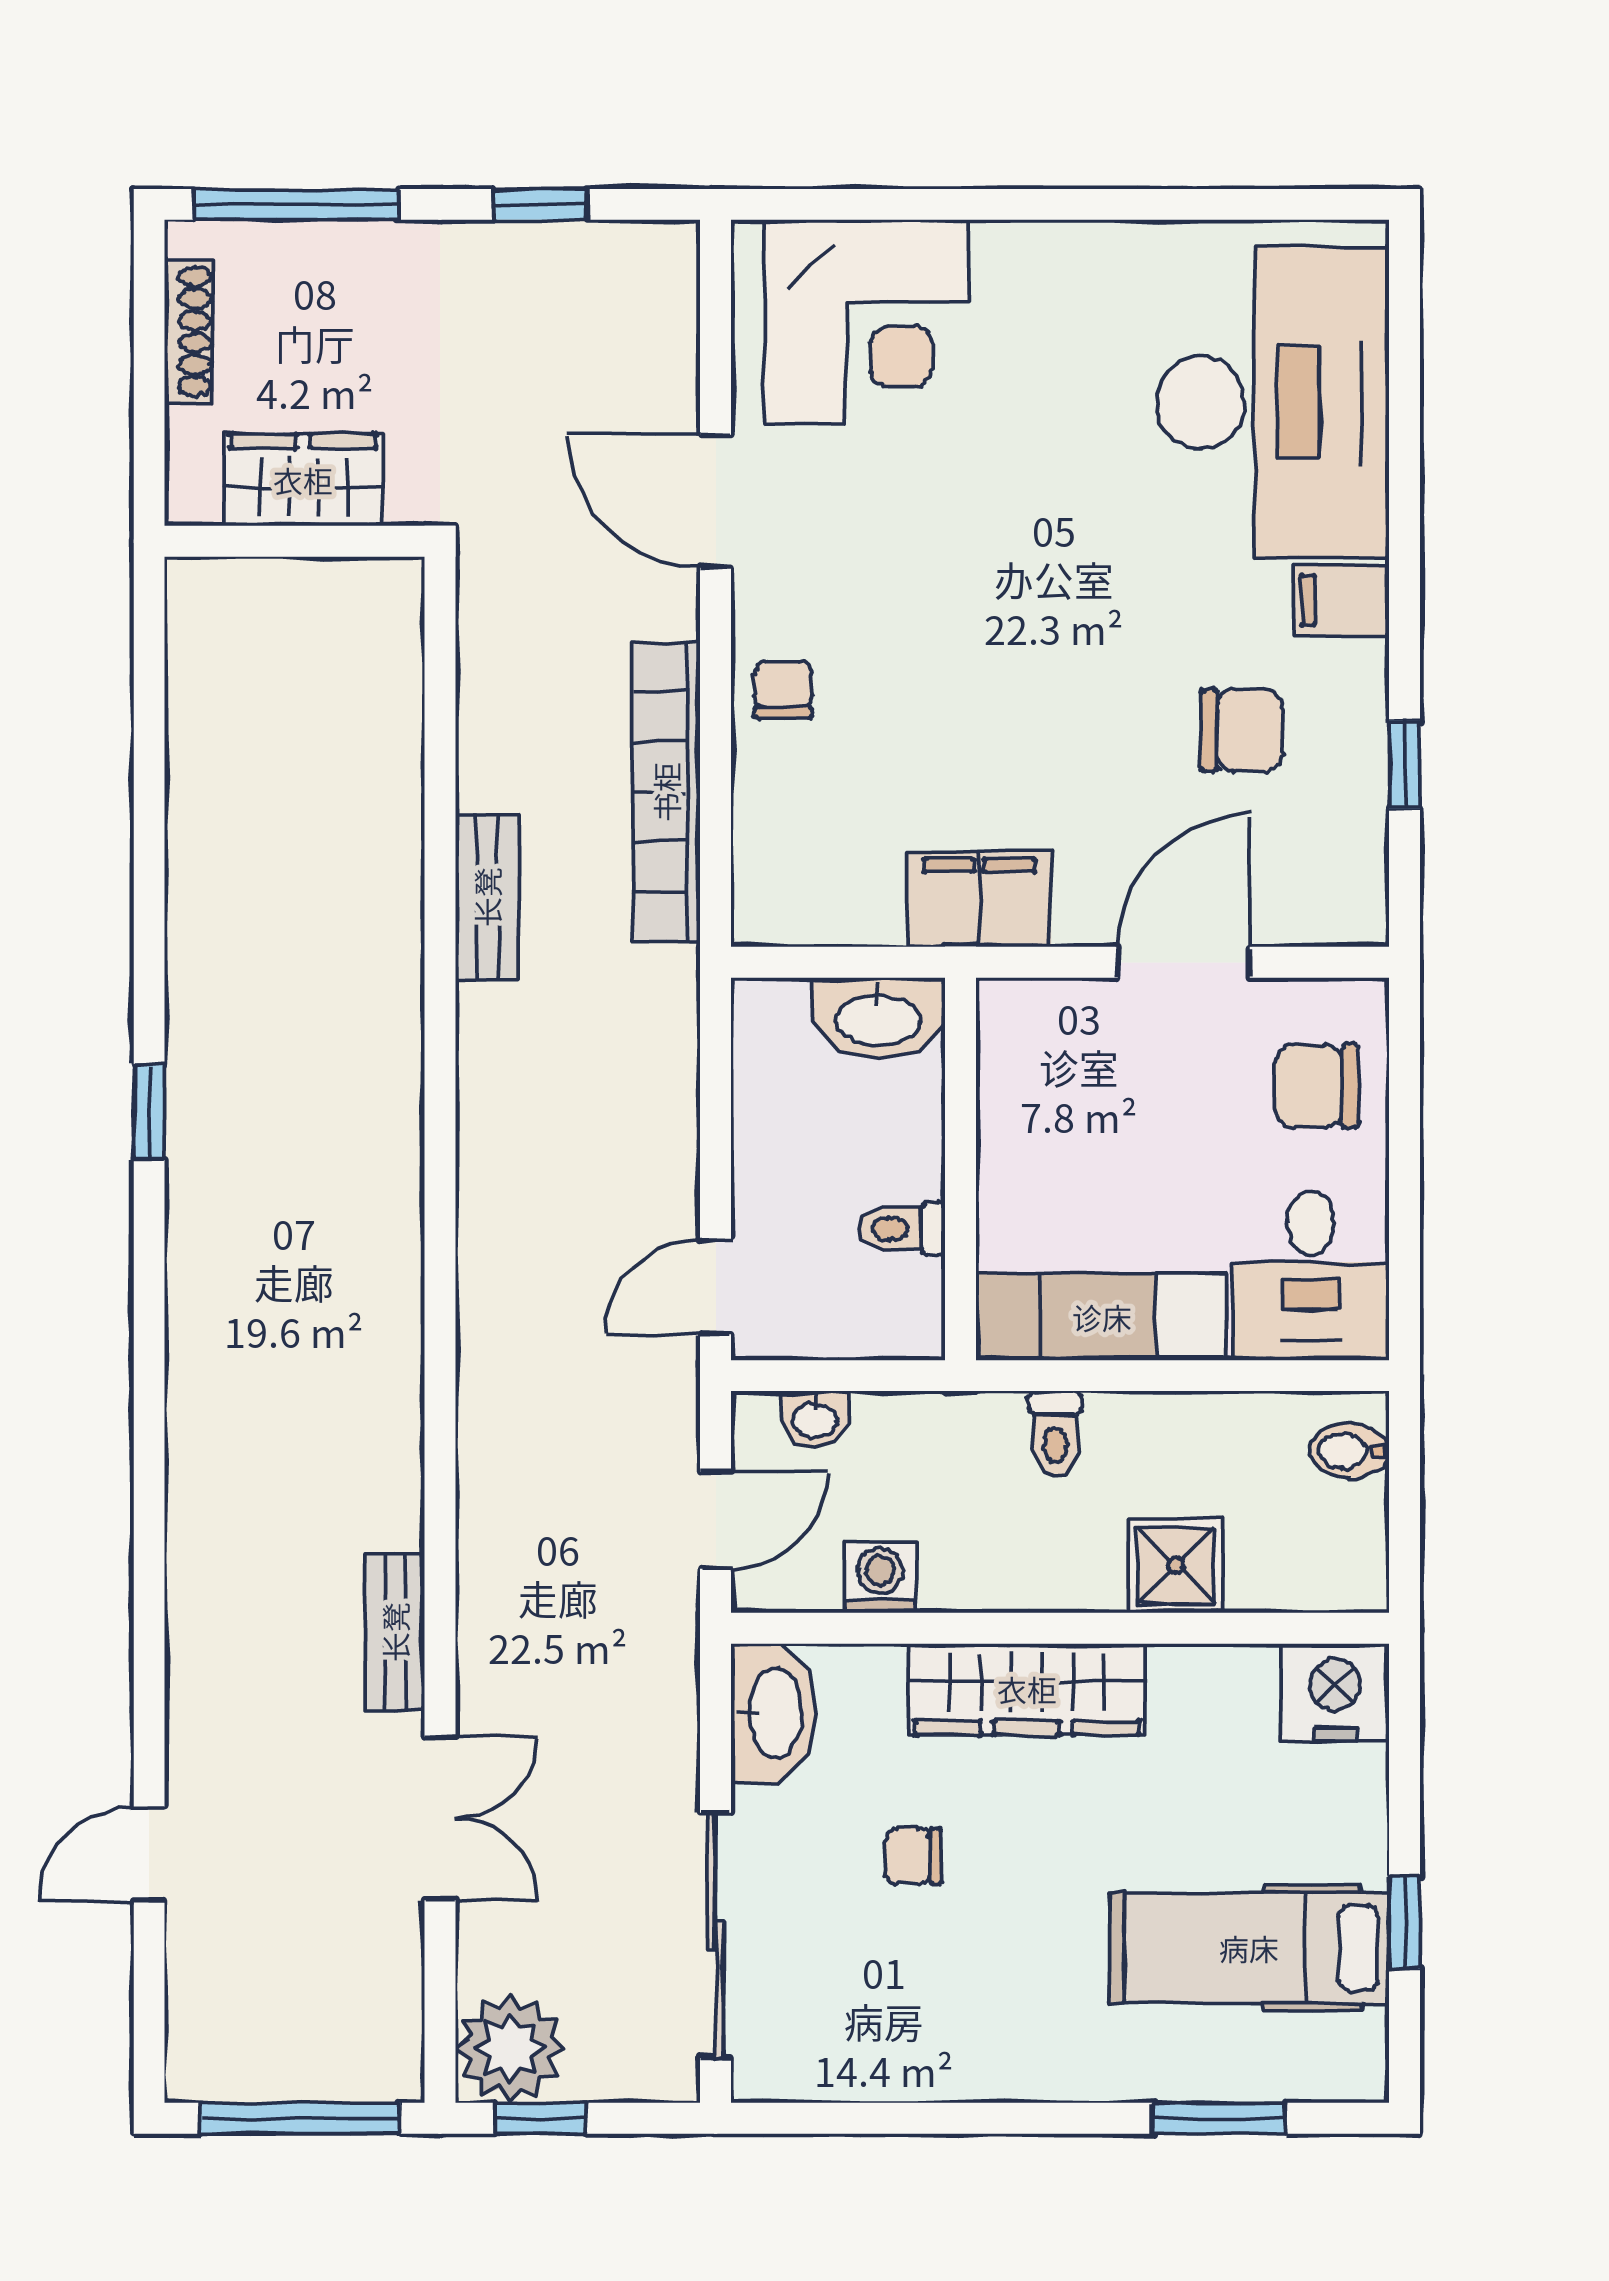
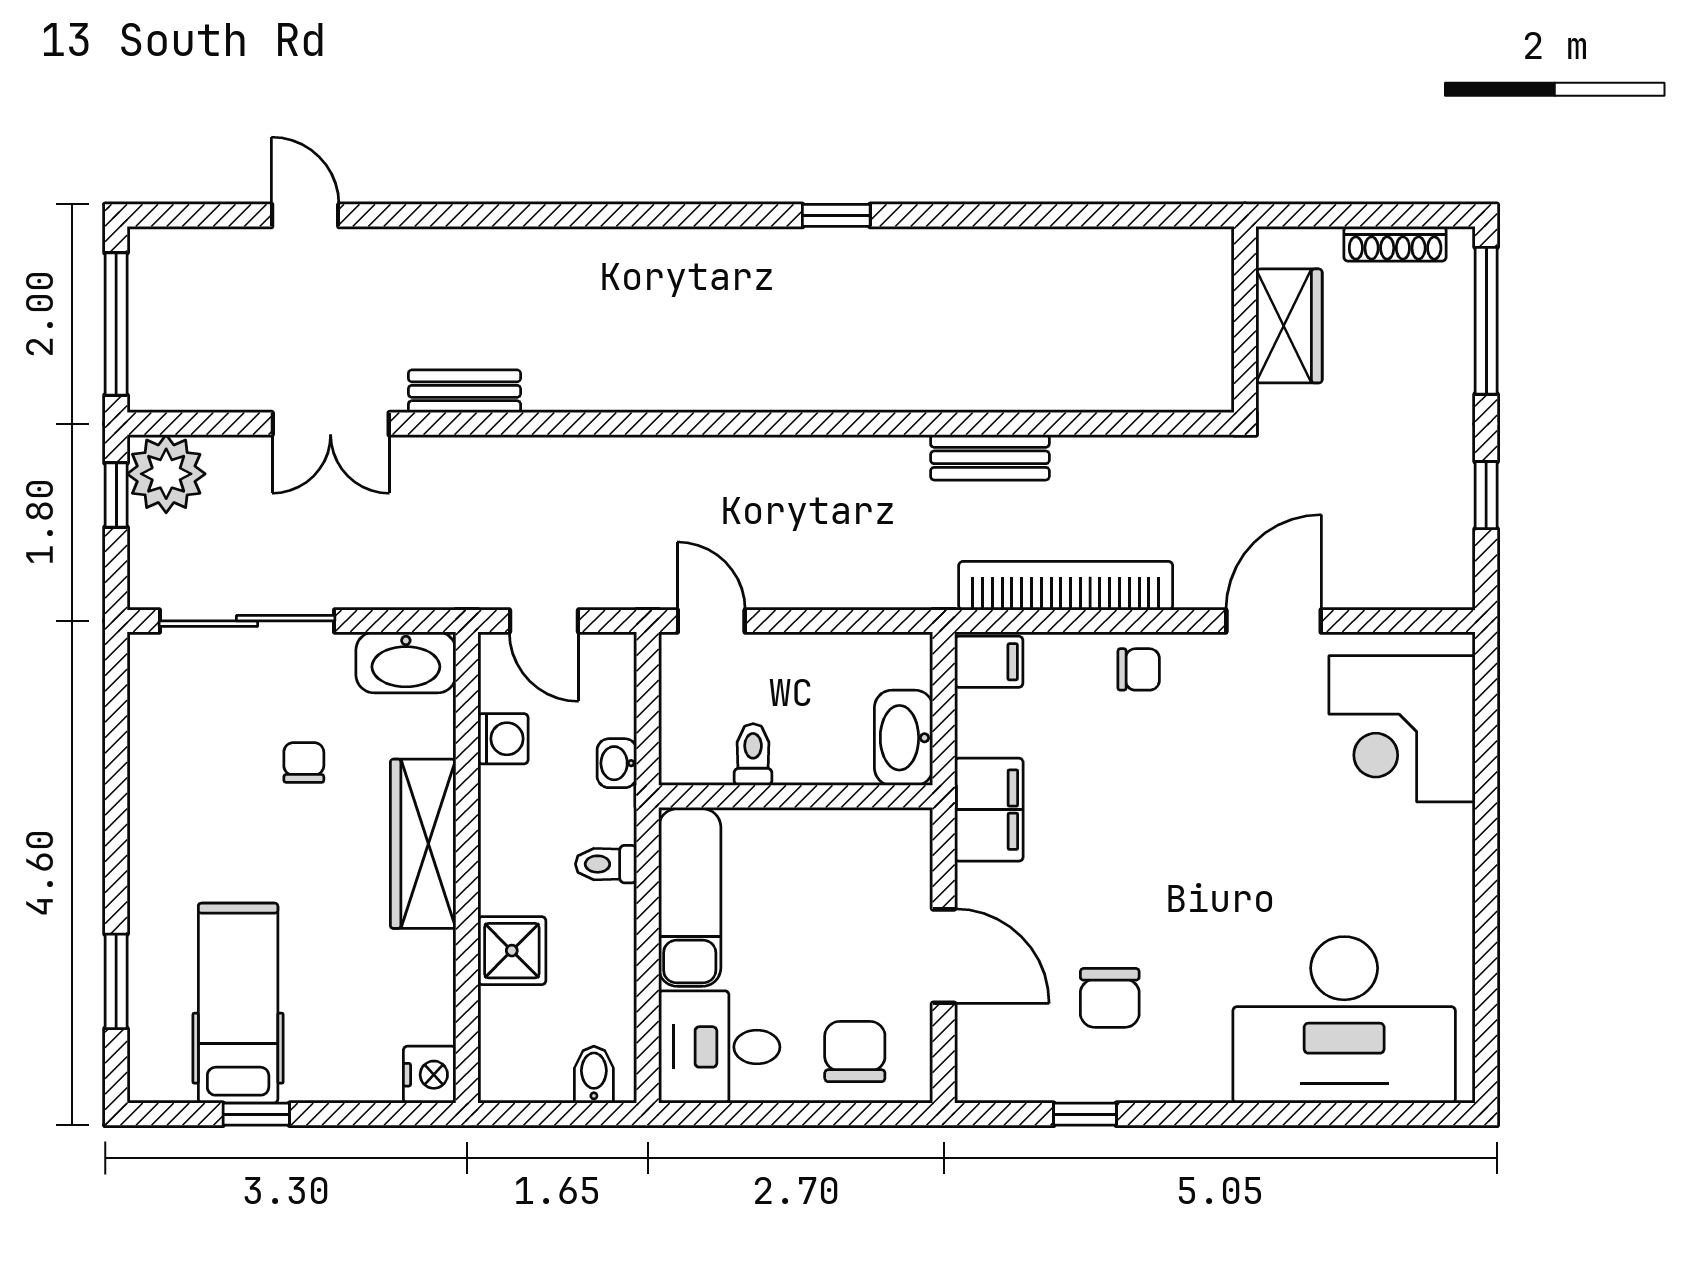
filing cabinet: (1341, 600) -> (989, 662), moved, turned 90
washbasin: (815, 1419) -> (617, 763), moved
nightstand: (1335, 1692) -> (430, 1075), width x0.74, depth x0.75

